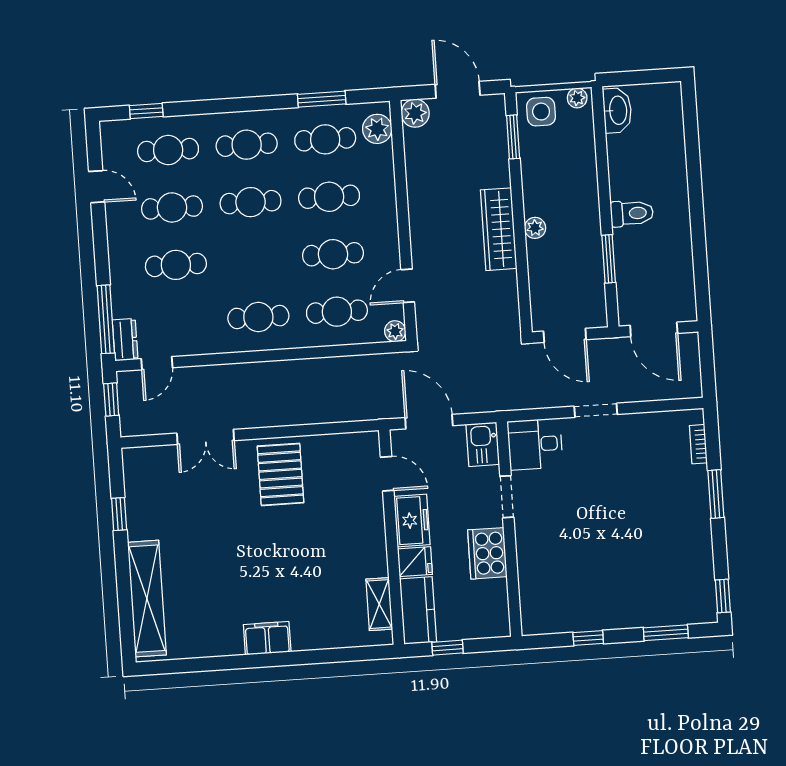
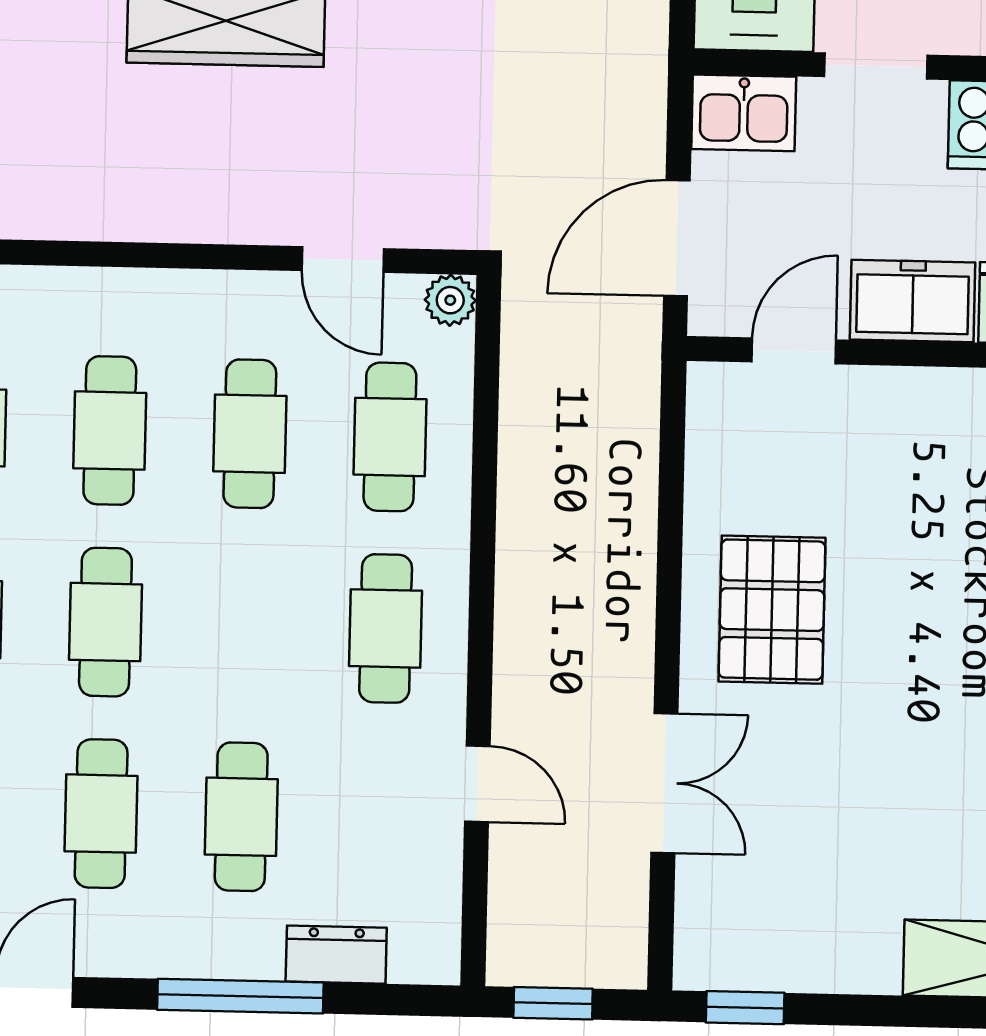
window: (106, 319) -> (240, 996), moved
dresser: (125, 340) -> (336, 955), moved
door: (157, 363) -> (477, 784), moved
pallet: (280, 474) -> (772, 610), turned 90
window: (119, 514) -> (745, 1008), moved

